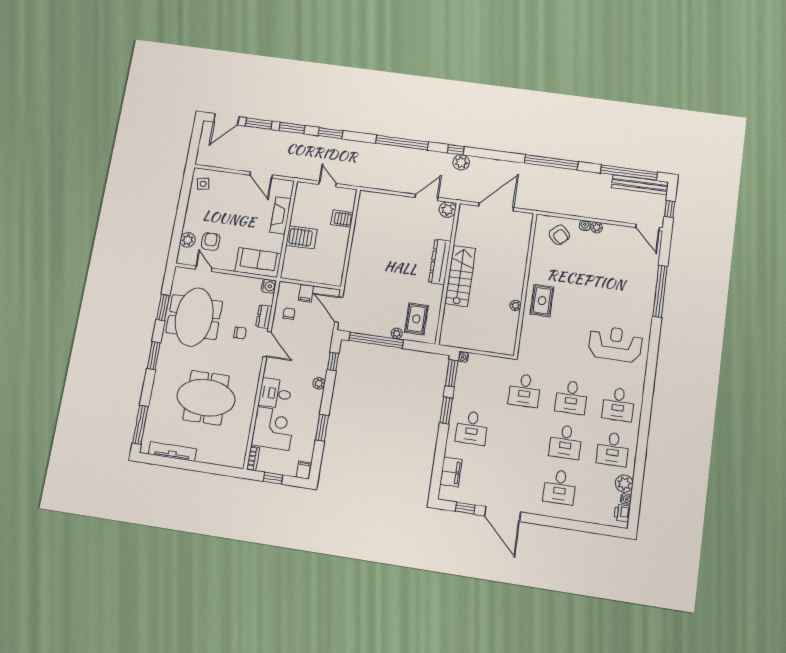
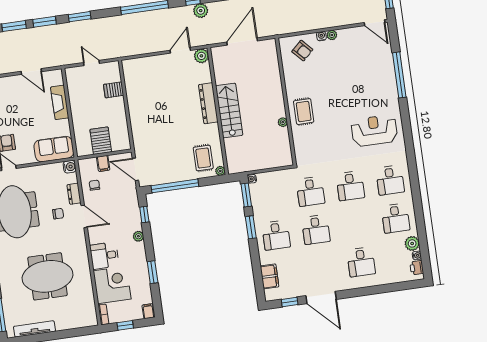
server rack: (302, 237) -> (101, 141), moved, turned -90
plant: (397, 333) -> (220, 171), moved
desk: (566, 442) -> (316, 230), moved

